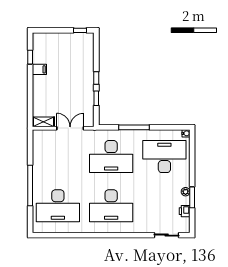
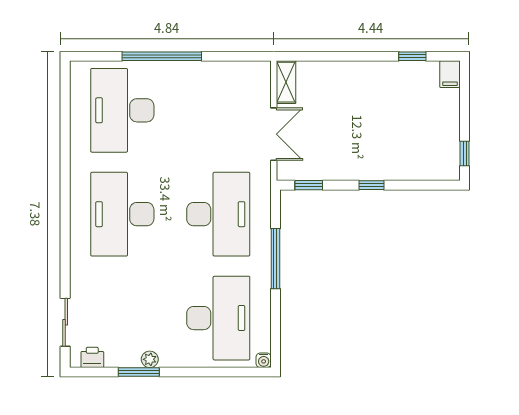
filing cabinet: (39, 69) -> (450, 74), moved
window: (96, 98) -> (309, 185), moved
desk: (111, 157) -> (218, 214), turned 180
printer: (185, 211) -> (92, 357), moved

